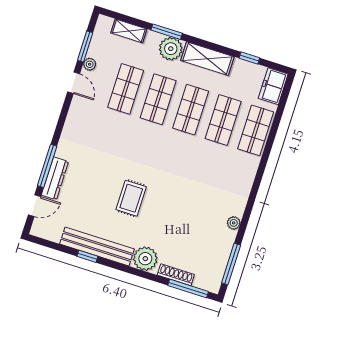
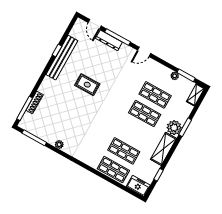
shelving: (129, 31) -> (195, 95), moved
door: (74, 83) -> (144, 52), moved
shop shelf: (191, 110) -> (134, 132), removed
plant: (145, 259) -> (48, 86), removed

